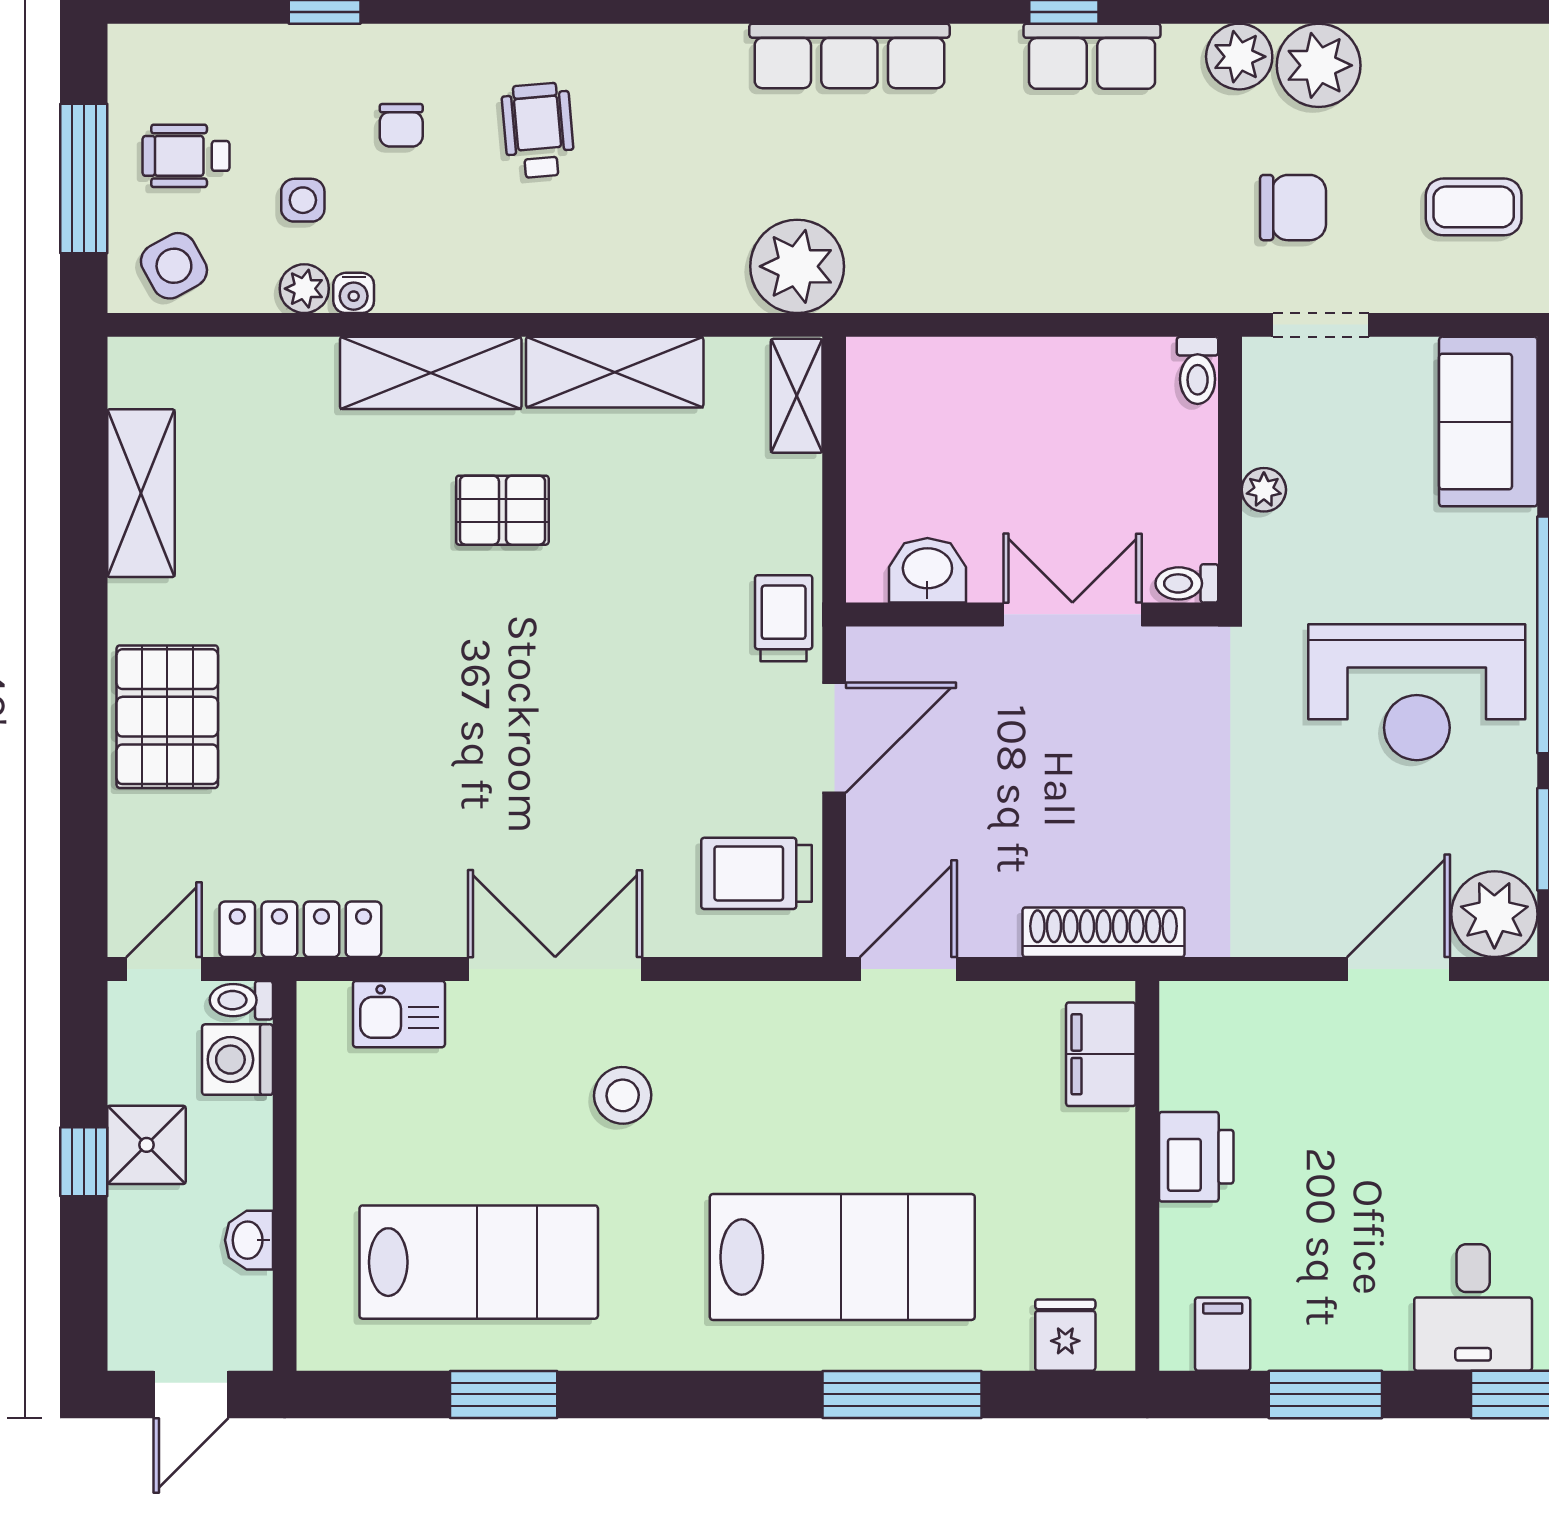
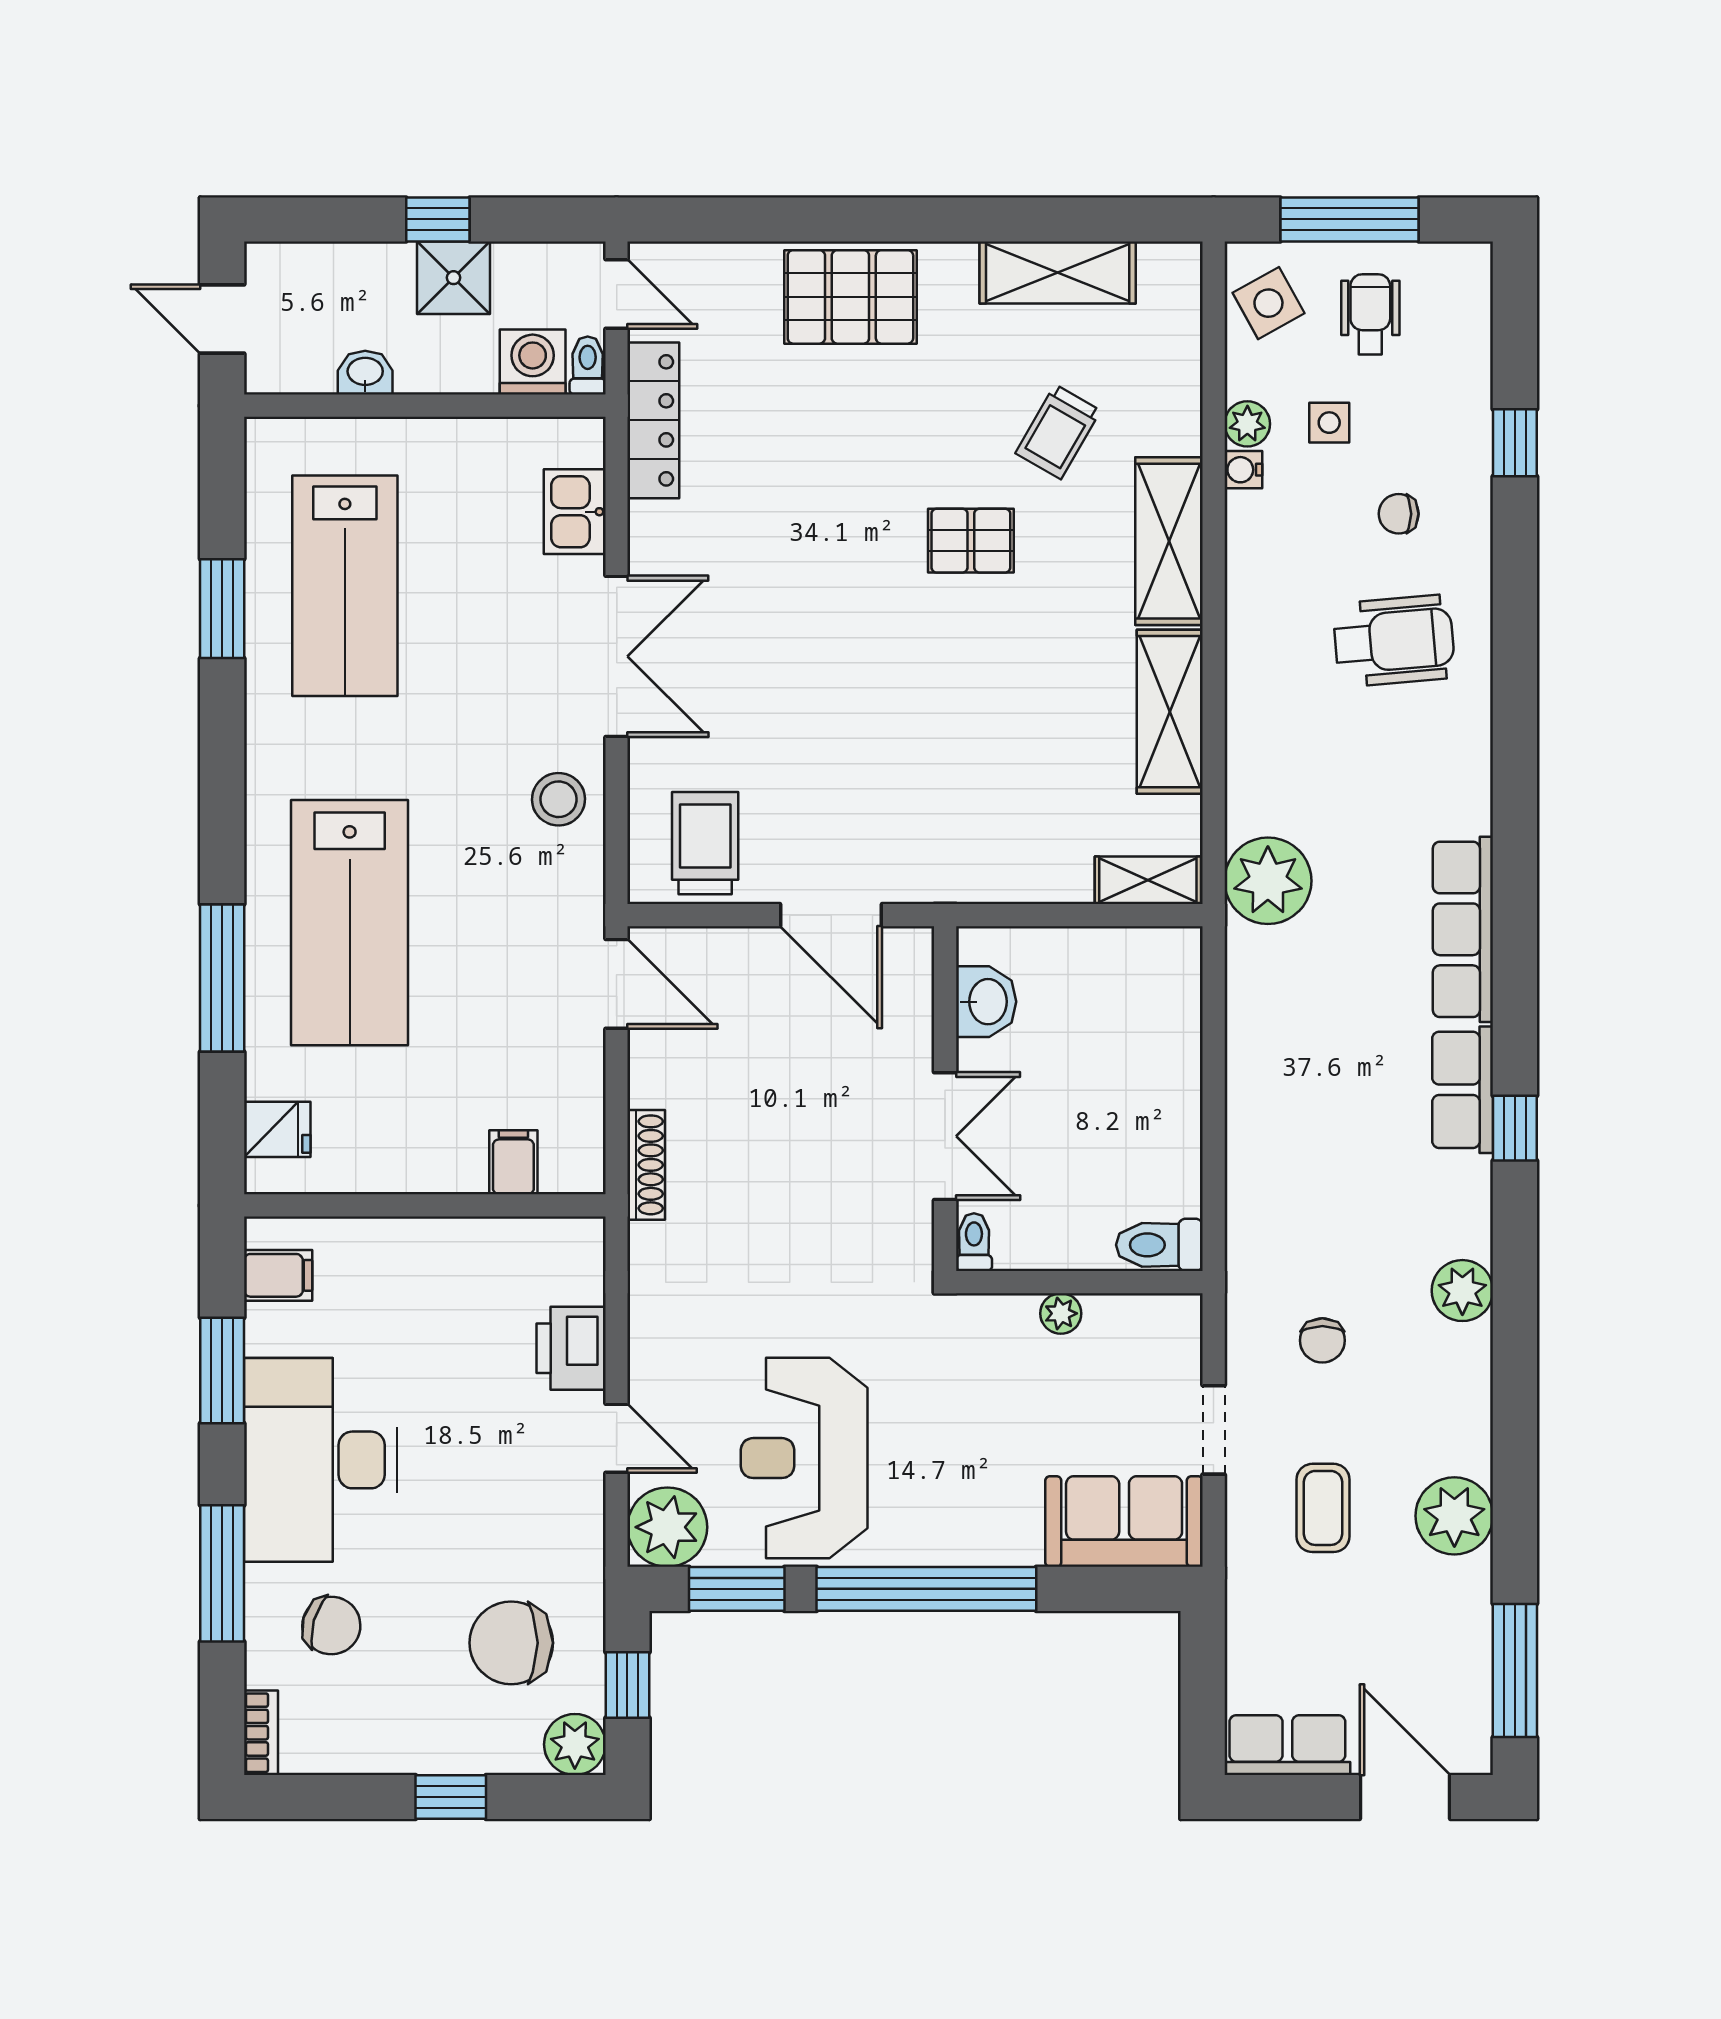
row of seats: (1092, 56) -> (1463, 1090), moved
plant: (1319, 65) -> (1454, 1516), moved
wheelchair: (538, 130) -> (1394, 641), width x1.36, depth x1.37
chair: (1293, 208) -> (1322, 1340), width x0.73, depth x0.73
doorway: (1321, 325) -> (1214, 1430), moved
toilet: (1198, 370) -> (1159, 1245), width x1.37, depth x1.39
pallet: (502, 510) -> (971, 541), moved, turned 90
trolley: (784, 618) -> (1058, 432), moved, turned 120
reception desk: (1417, 692) -> (804, 1458), moved
shoe rack: (1104, 932) -> (646, 1165), width x0.74, depth x0.81
door: (1399, 969) -> (617, 1438), width x0.73
filing cabinet: (1101, 1054) -> (513, 1162), width x0.50
stool: (623, 1095) -> (559, 799), moved
printer: (1196, 1157) -> (571, 1348), moved, turned 90
desk: (1473, 1307) -> (320, 1460), width x1.87, depth x1.30

